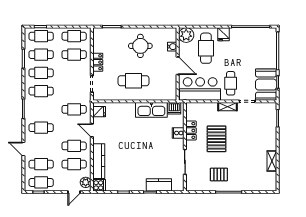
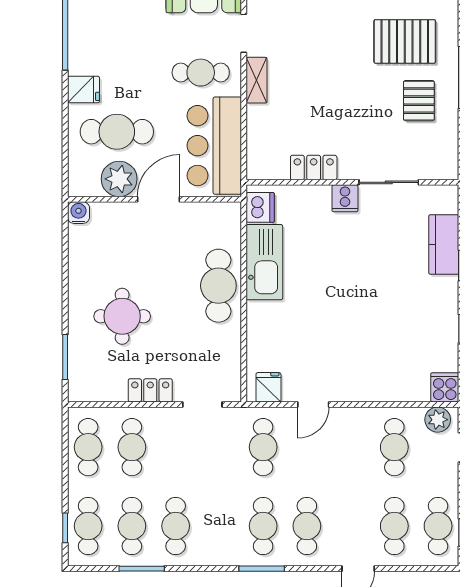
plant: (186, 35) -> (119, 179), moved
round table: (140, 46) -> (122, 316), moved
water cooler: (172, 47) -> (78, 213), moved
cafe table: (134, 81) -> (218, 286), moved
cafe table: (41, 91) -> (263, 526), moved
cooker: (178, 133) -> (345, 198), moved
pallet: (217, 139) -> (405, 41), moved
cafe table: (74, 146) -> (351, 447), removed
kitchen counter: (99, 161) -> (387, 388), removed

